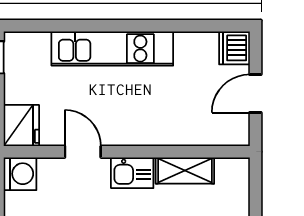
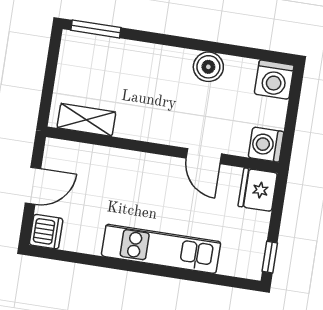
shelving: (185, 170) -> (86, 120), moved
kitchen sink: (132, 173) -> (160, 129), removed

